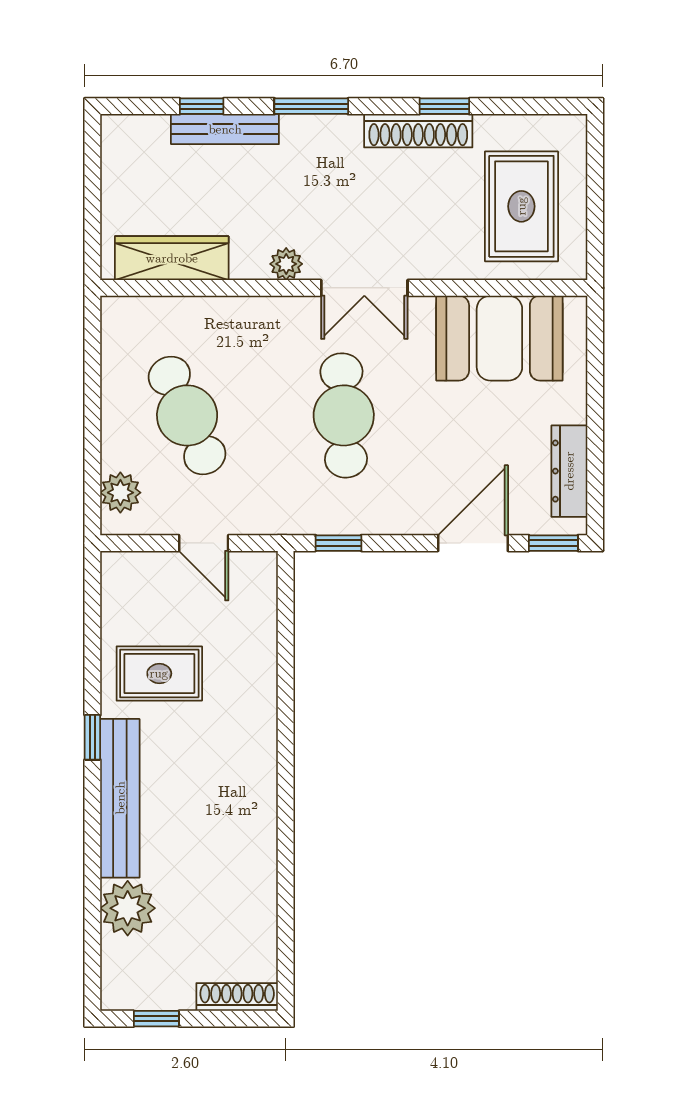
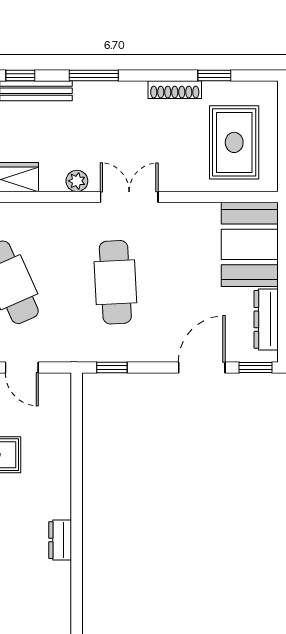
window: (444, 106) -> (214, 75), moved
shoe rack: (418, 131) -> (175, 90), width x0.74, depth x0.81
double door: (364, 288) -> (129, 197), swing flipped
booth: (499, 338) -> (250, 244), moved, turned 90
dresser: (261, 801) -> (60, 540), added

